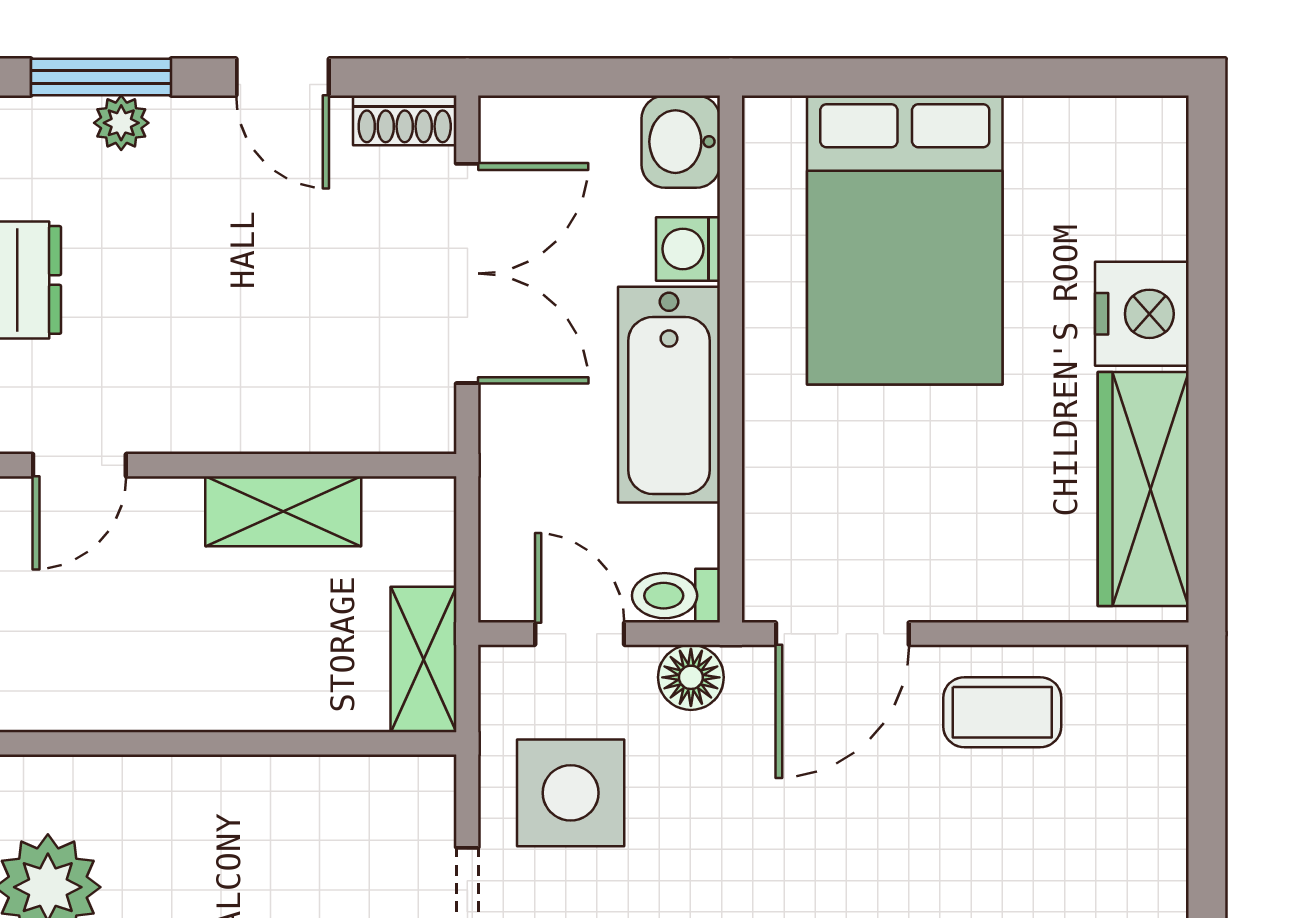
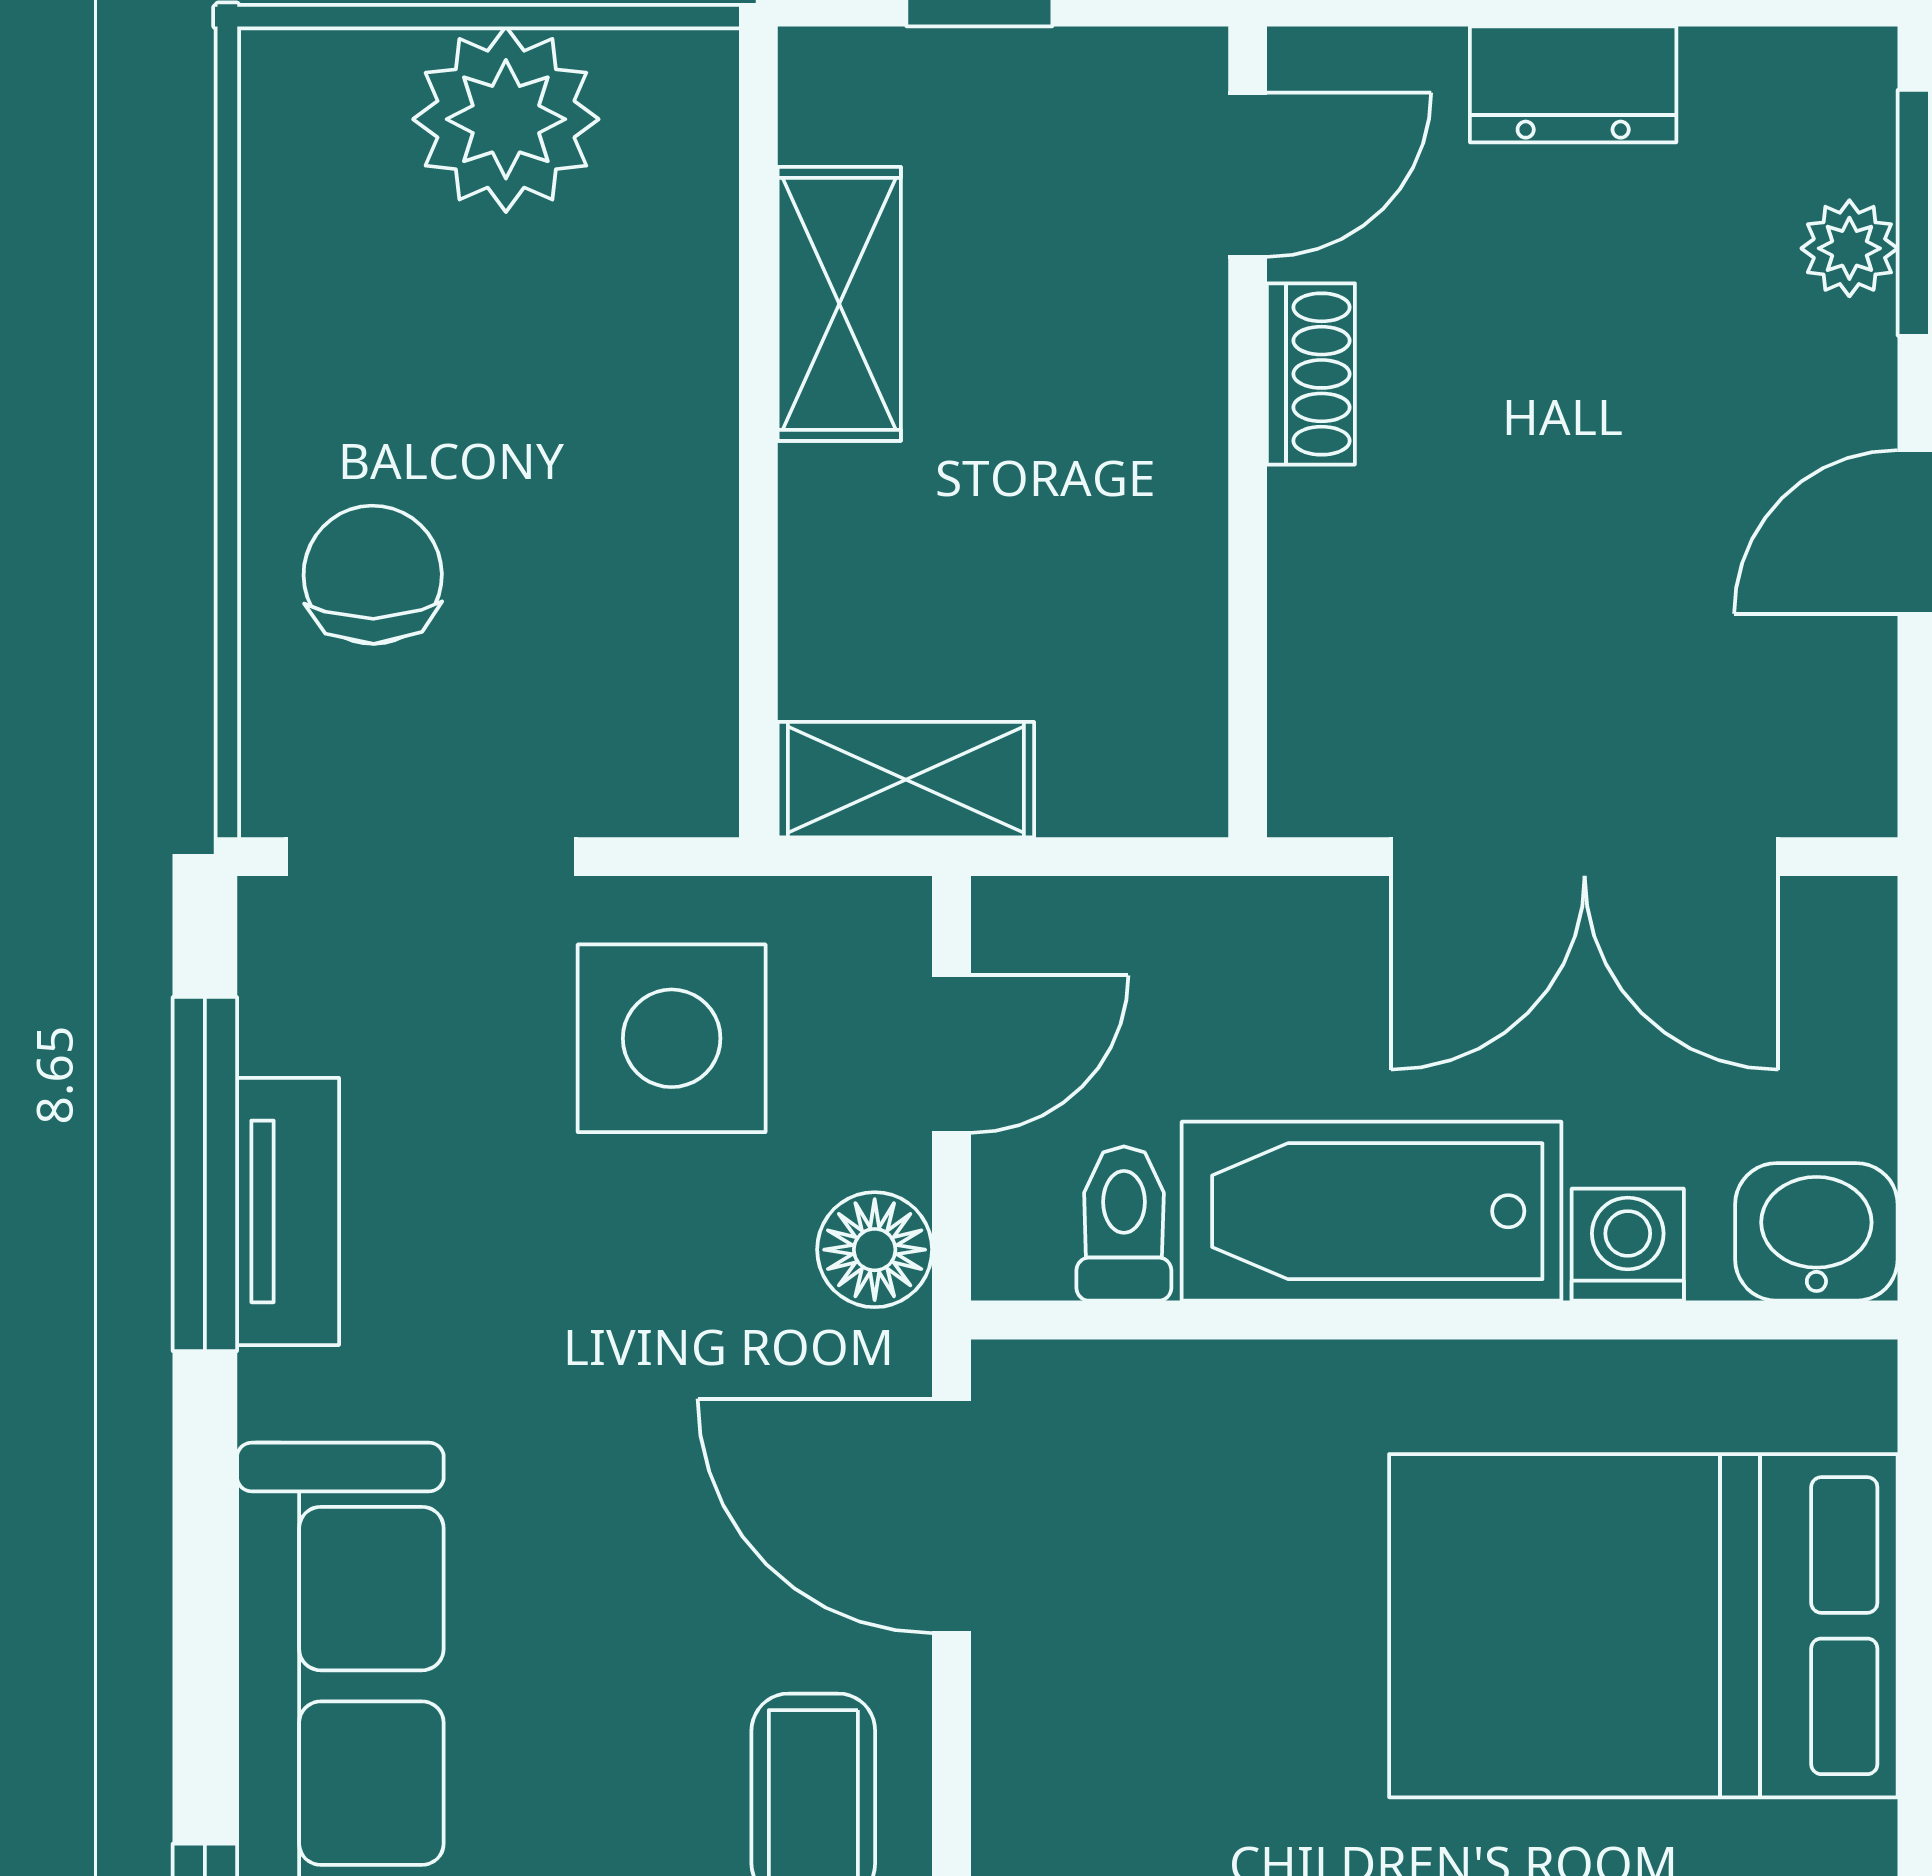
shoe rack: (405, 120) -> (1311, 374), moved, turned 180
door: (79, 465) -> (1248, 175), swing flipped
shelving: (283, 511) -> (839, 304), moved
toilet: (676, 596) -> (1124, 1223), moved

